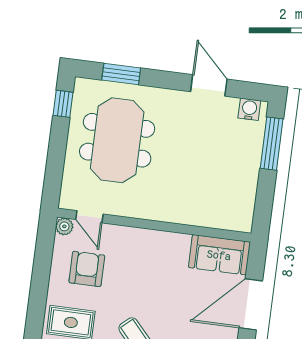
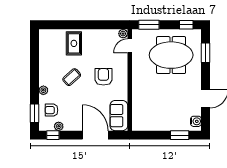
window: (272, 144) -> (180, 135), width x0.69
window: (54, 175) -> (149, 25), added
armchair: (87, 269) -> (103, 77), moved, turned -90

